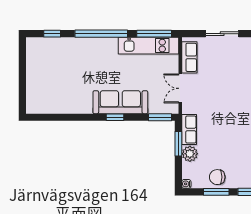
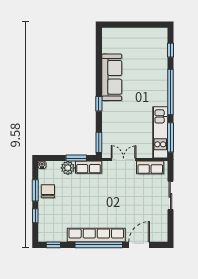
sofa: (120, 102) -> (112, 77), moved

